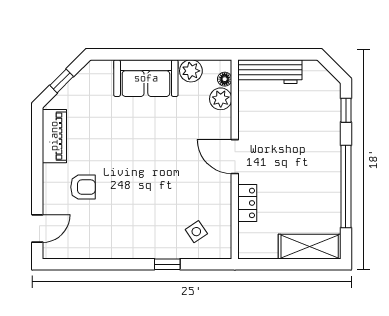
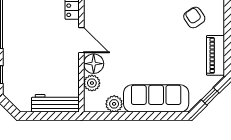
sofa: (146, 78) -> (156, 98), width x1.36
floor lamp: (225, 79) -> (94, 64), moved, width x1.89, depth x1.89
armchair: (83, 187) -> (194, 17), turned 56

